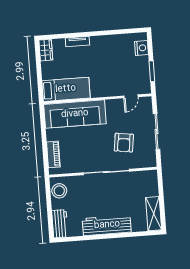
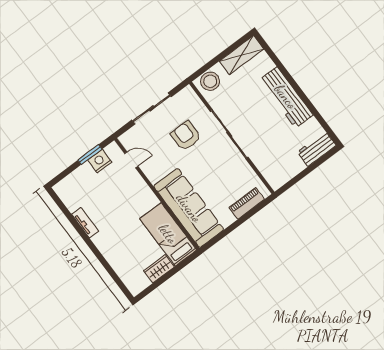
tv unit: (77, 42) -> (85, 223), moved
nightstand: (141, 48) -> (100, 161), moved
wardrobe: (46, 50) -> (159, 269), moved
armchair: (124, 143) -> (186, 136), turned -98
stool: (59, 191) -> (210, 81), moved

